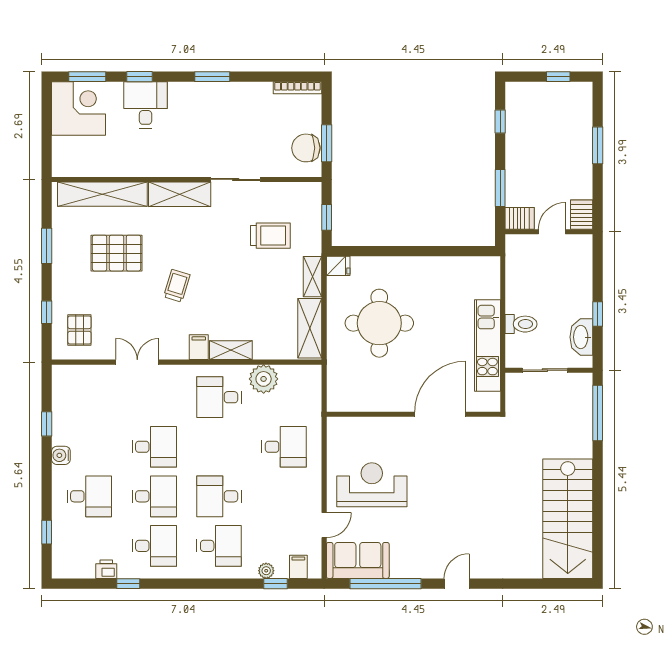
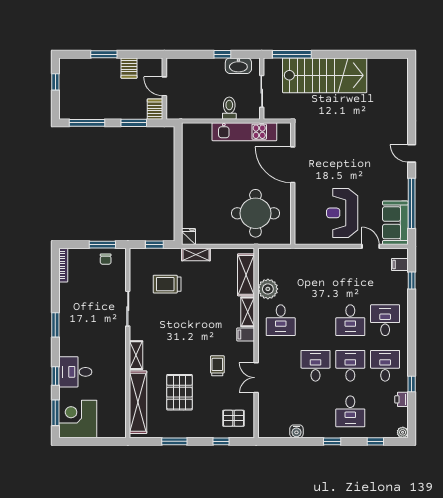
window: (500, 121) -> (87, 123), width x2.17
chair: (306, 148) -> (106, 259), width x0.54, depth x0.54
shelving: (180, 194) -> (136, 355), width x0.67, depth x0.75
server rack: (582, 215) -> (129, 68), moved, turned -90
trolley: (270, 236) -> (167, 284), turned -90
trolley: (177, 286) -> (217, 366), moved, turned 73
round table: (379, 323) -> (255, 213), moved
shelving: (310, 328) -> (246, 275), moved, turned 90
window: (47, 424) -> (332, 441), moved
desk: (284, 447) -> (316, 275), removed
water cooler: (61, 455) -> (296, 431), moved
desk: (89, 496) -> (350, 411), turned 180
stairs: (568, 519) -> (325, 75), moved
plant: (266, 571) -> (403, 432), moved

